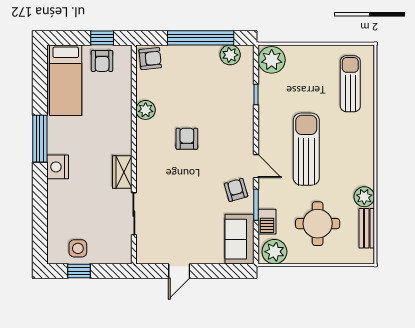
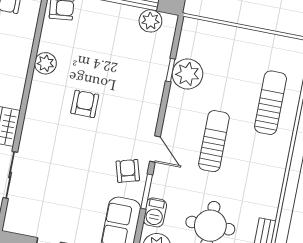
plant: (272, 60) -> (187, 74), moved
sun lounger: (350, 84) -> (271, 103), moved
sun lounger: (306, 149) -> (214, 141), width x0.73, depth x0.75
plant: (364, 197) -> (267, 206), removed

